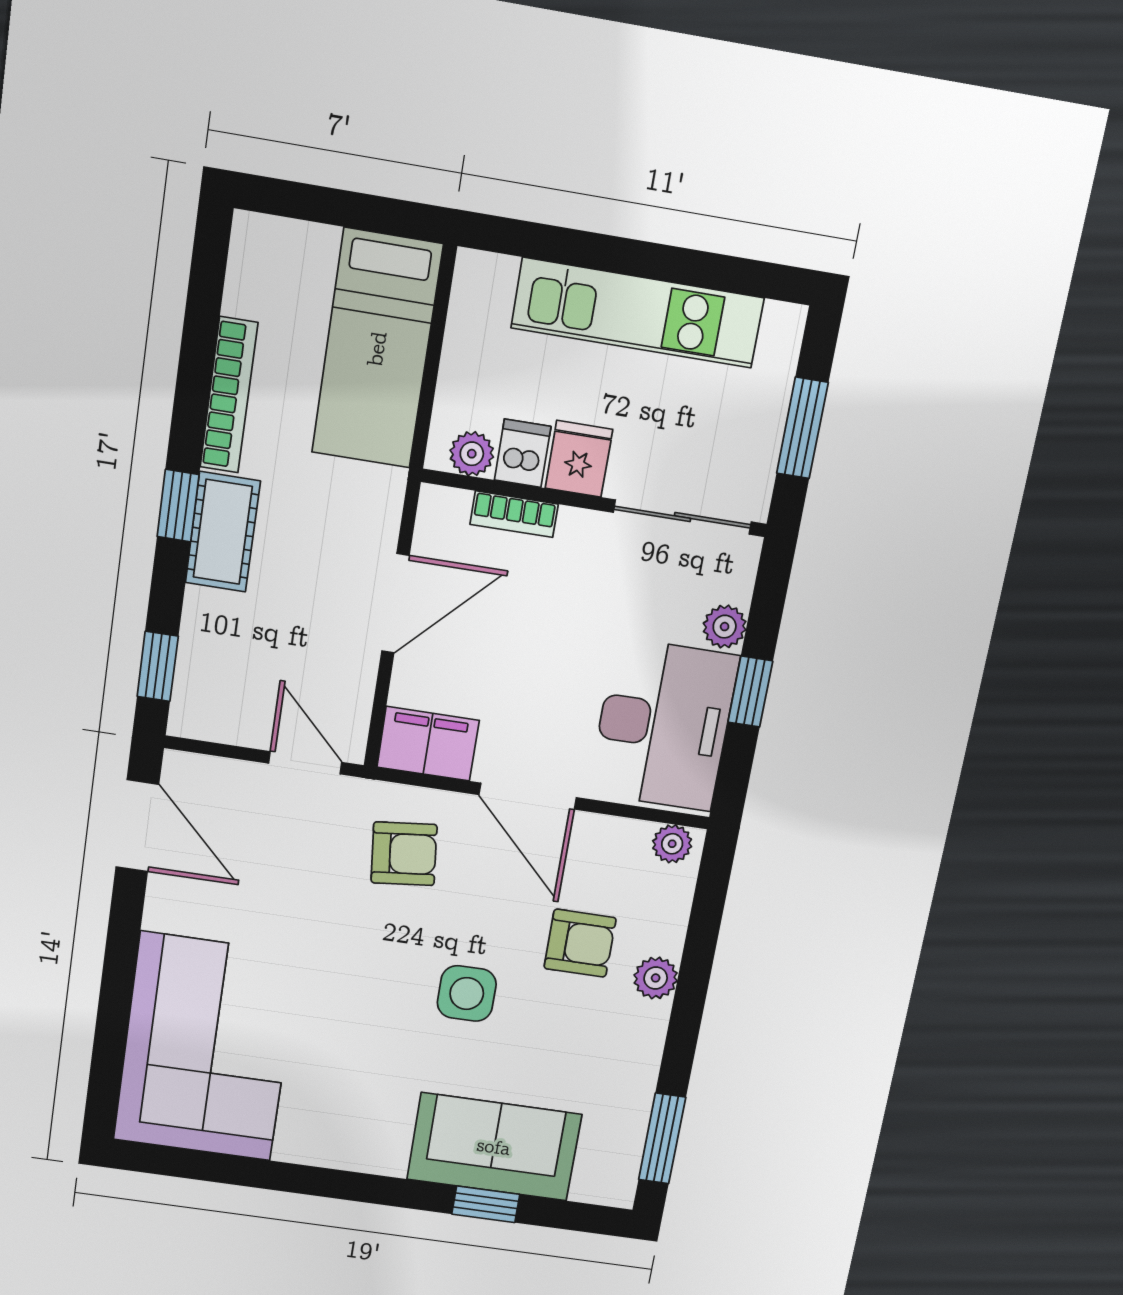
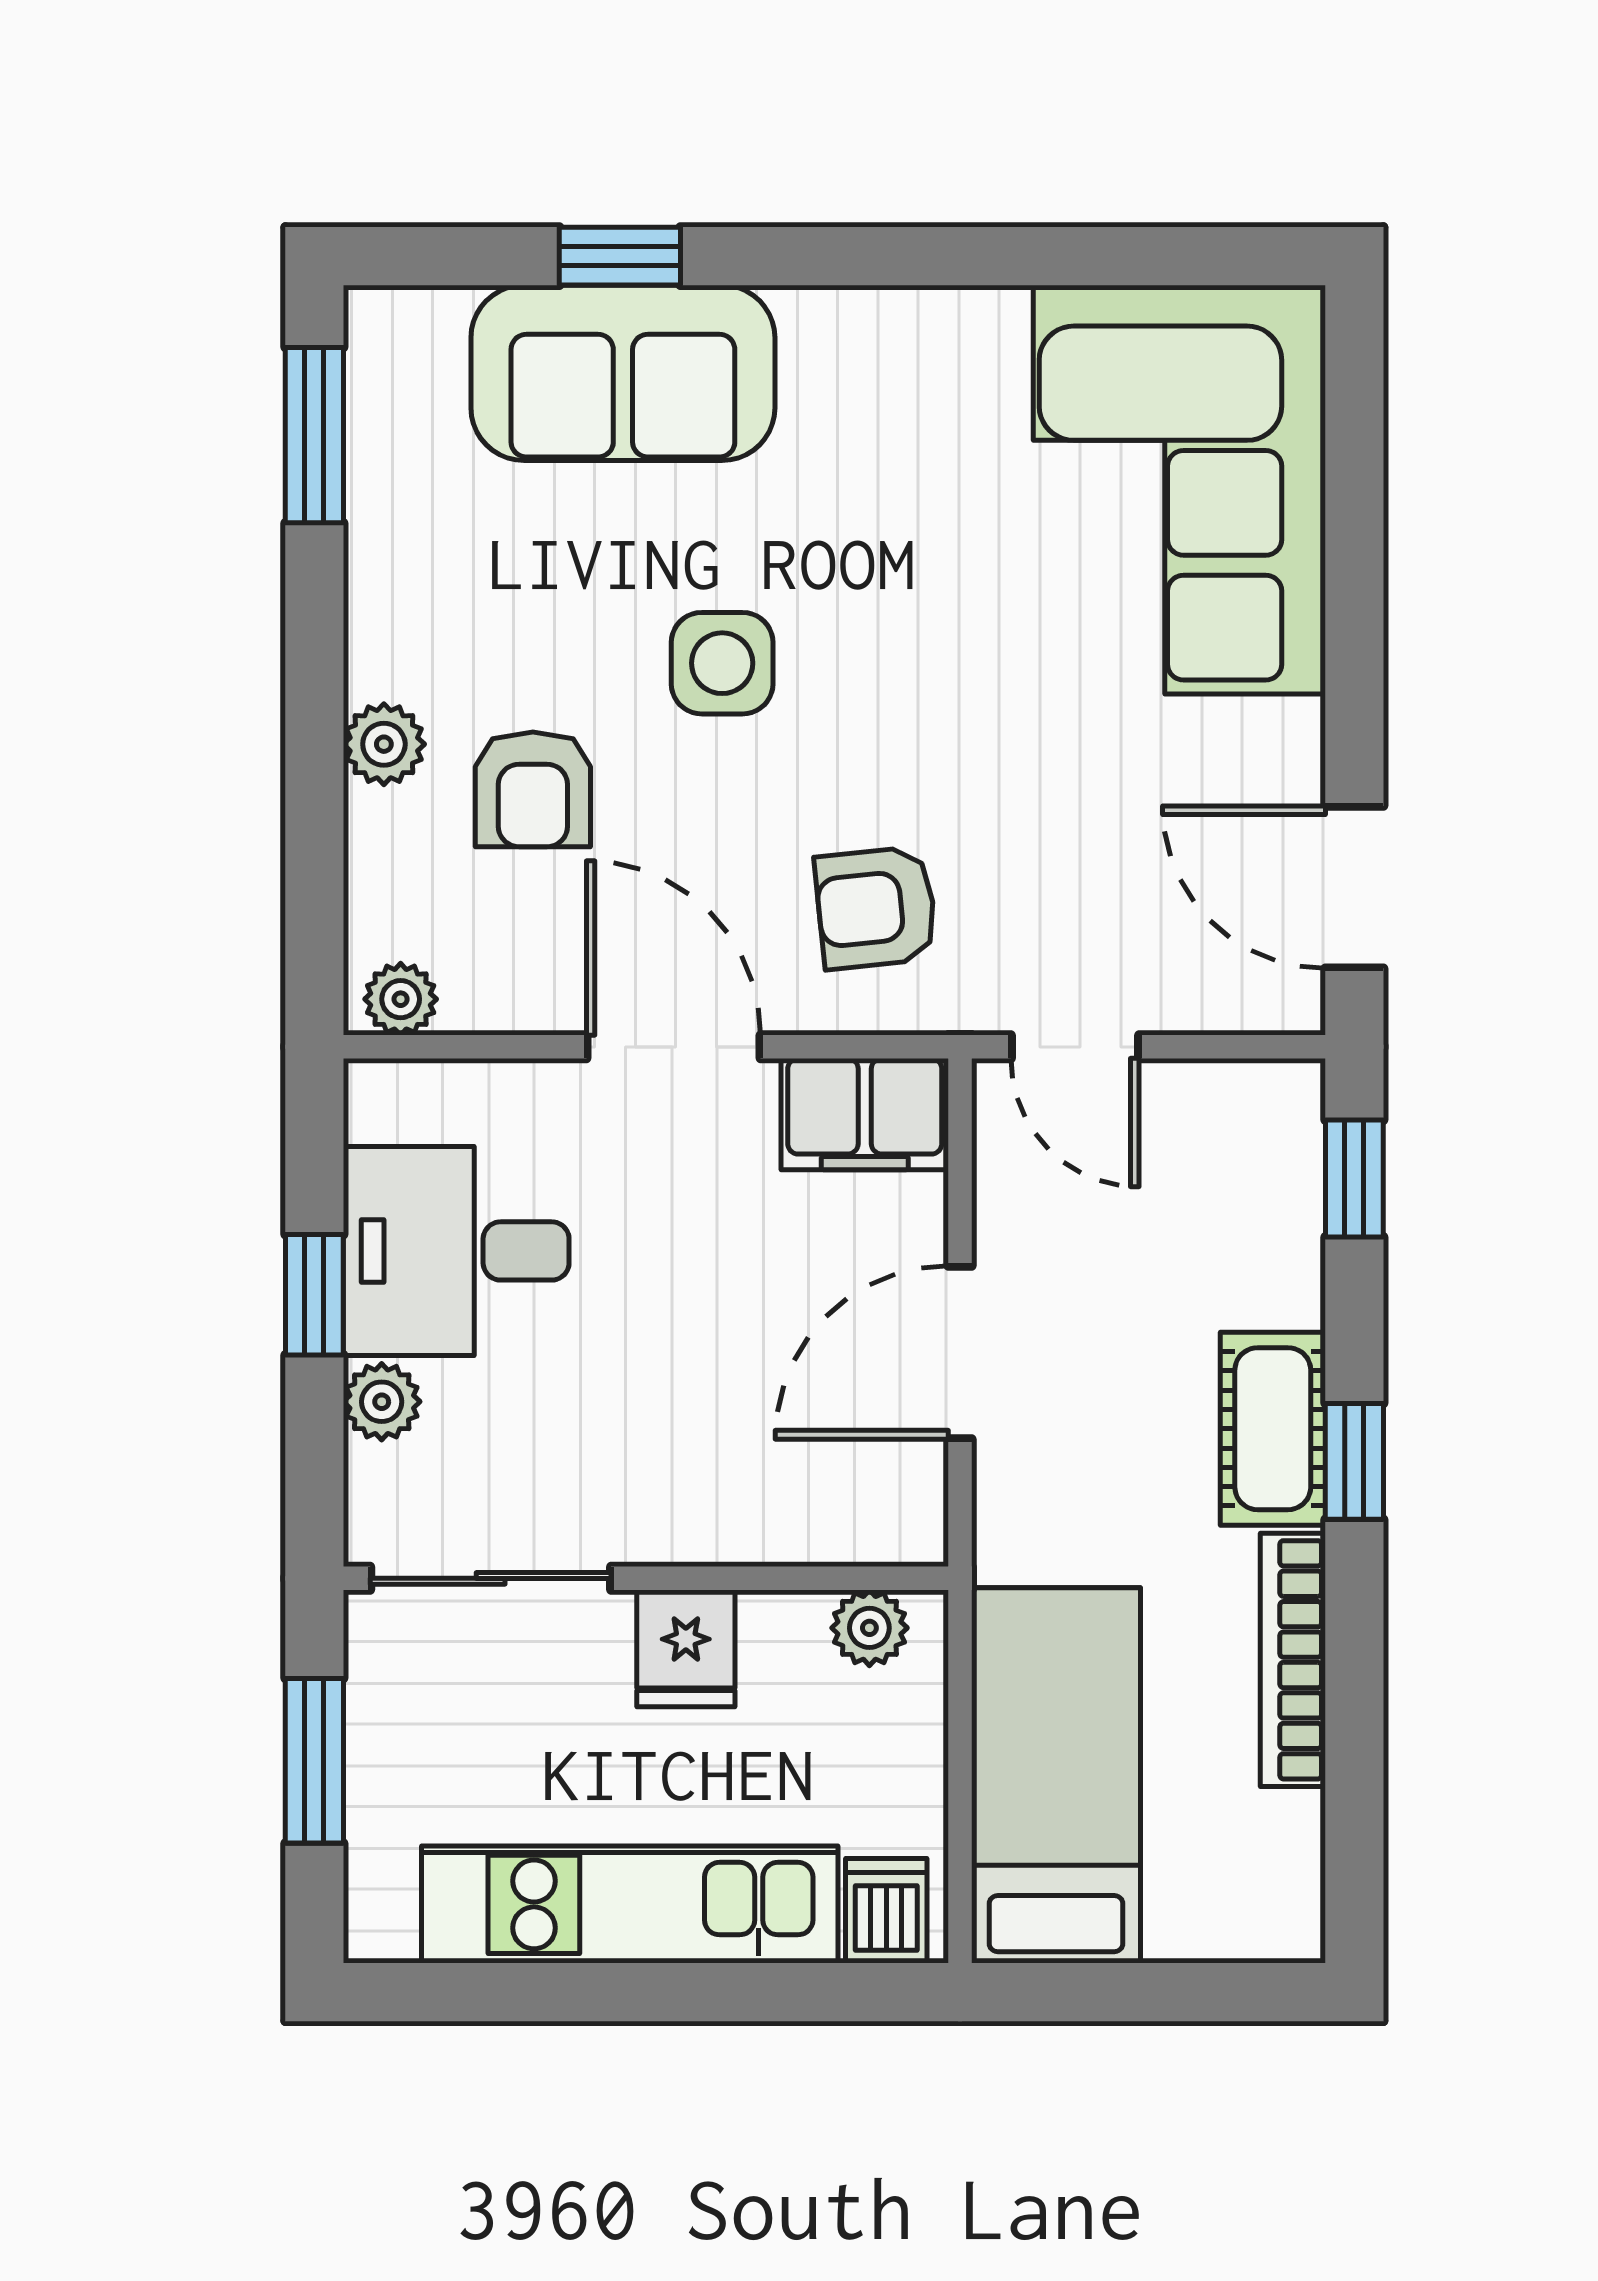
dishwasher: (523, 453) -> (886, 1911), moved, turned 180
bookcase: (514, 514) -> (781, 1538), removed
desk: (663, 725) -> (456, 1251), width x0.73
armchair: (580, 943) -> (533, 789), turned -90

